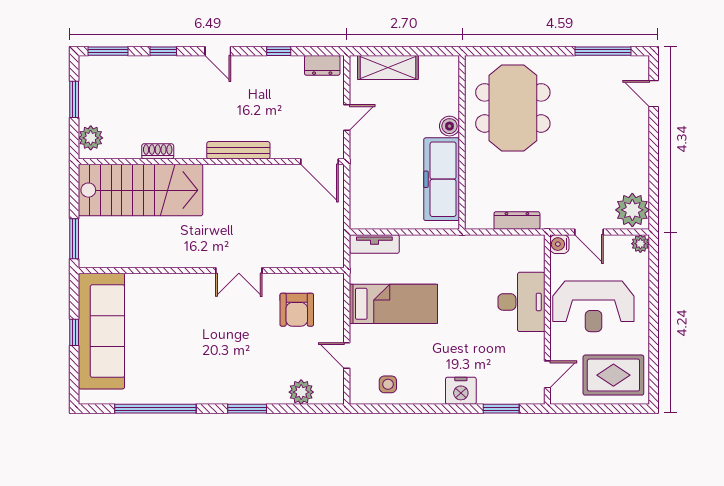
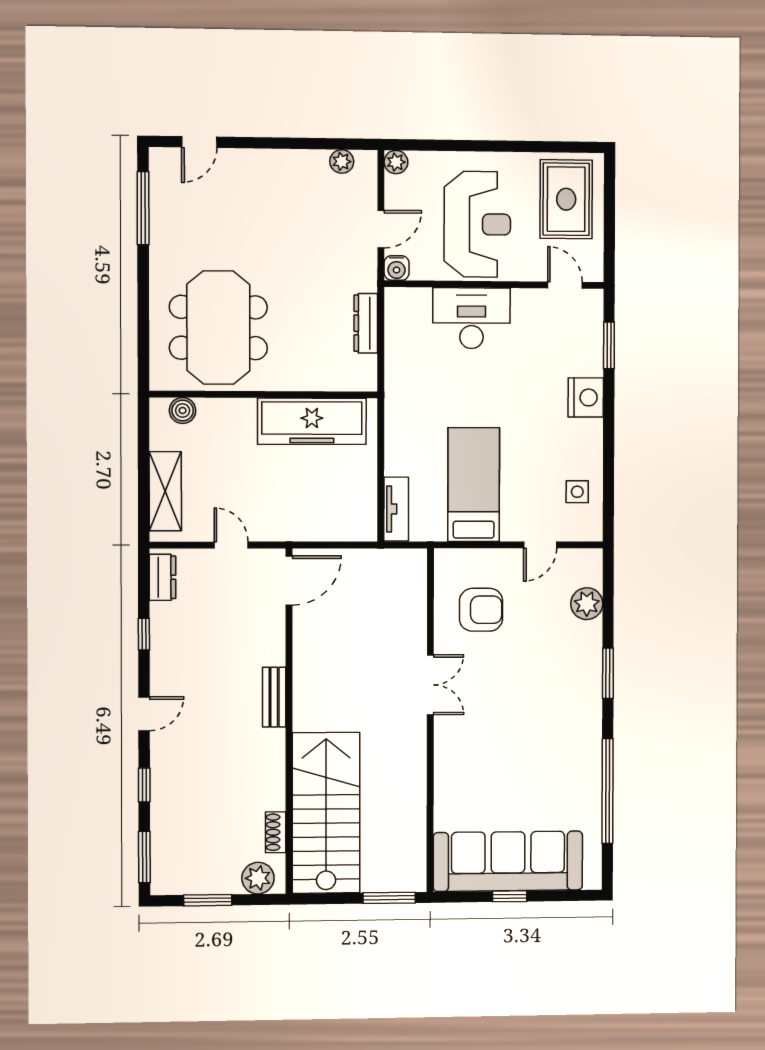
meeting table: (513, 108) -> (218, 328), turned 90
boiler: (450, 126) -> (183, 411), moved
bench: (238, 150) -> (274, 697), width x0.73
shoe rack: (158, 151) -> (276, 832), moved
plant: (632, 210) -> (342, 161), width x0.53, depth x0.53

